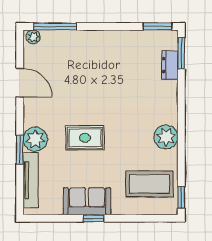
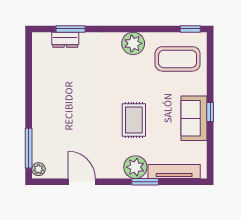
window: (158, 26) -> (29, 51), removed
window: (181, 53) -> (70, 29), moved
door: (20, 83) -> (82, 182), hinge flipped
coffee table: (150, 184) -> (178, 59), turned 90

